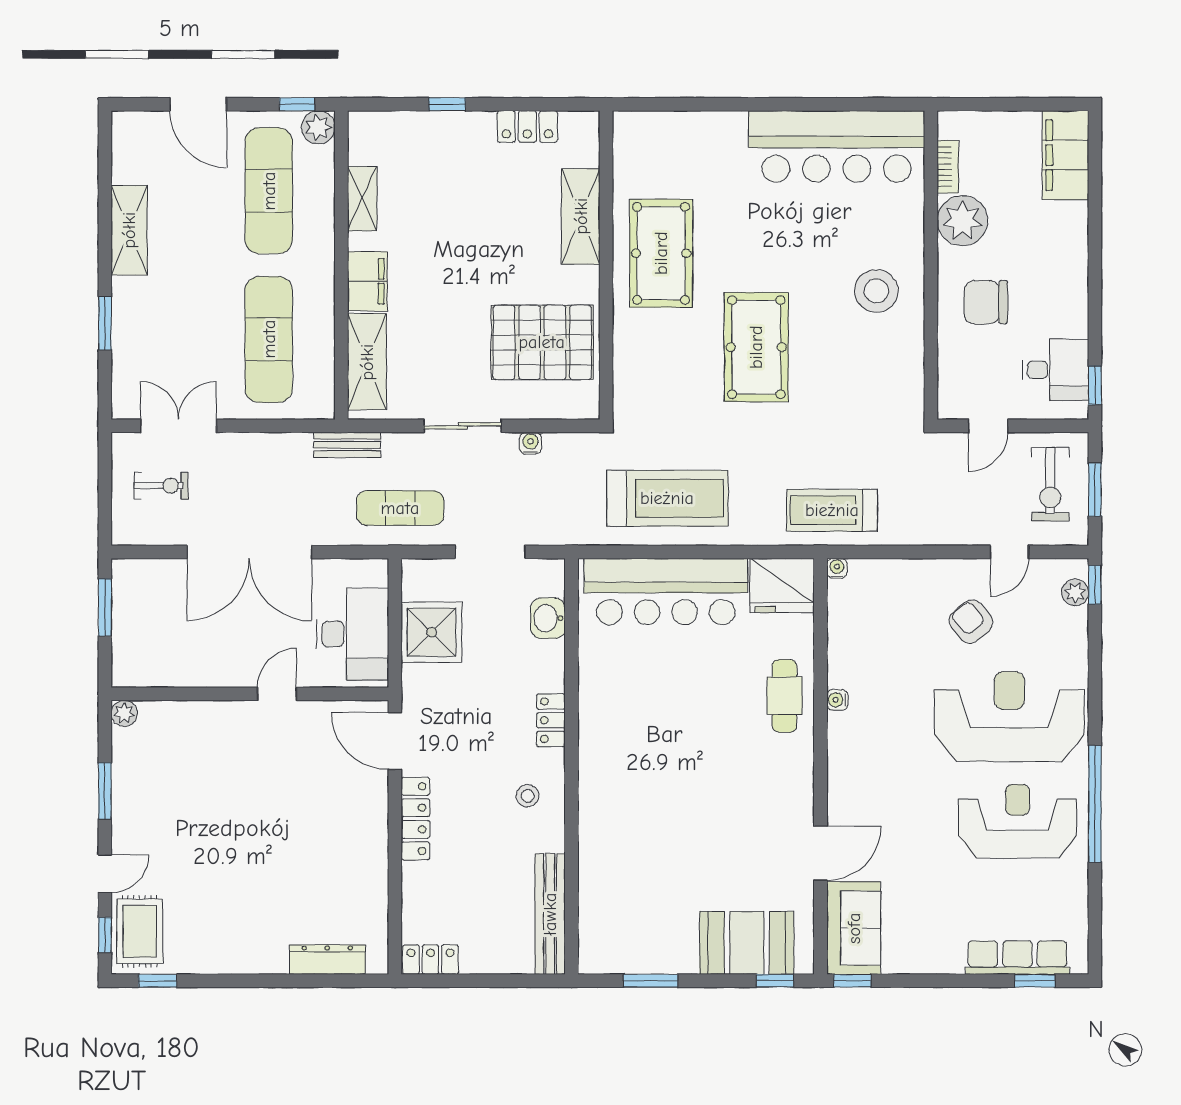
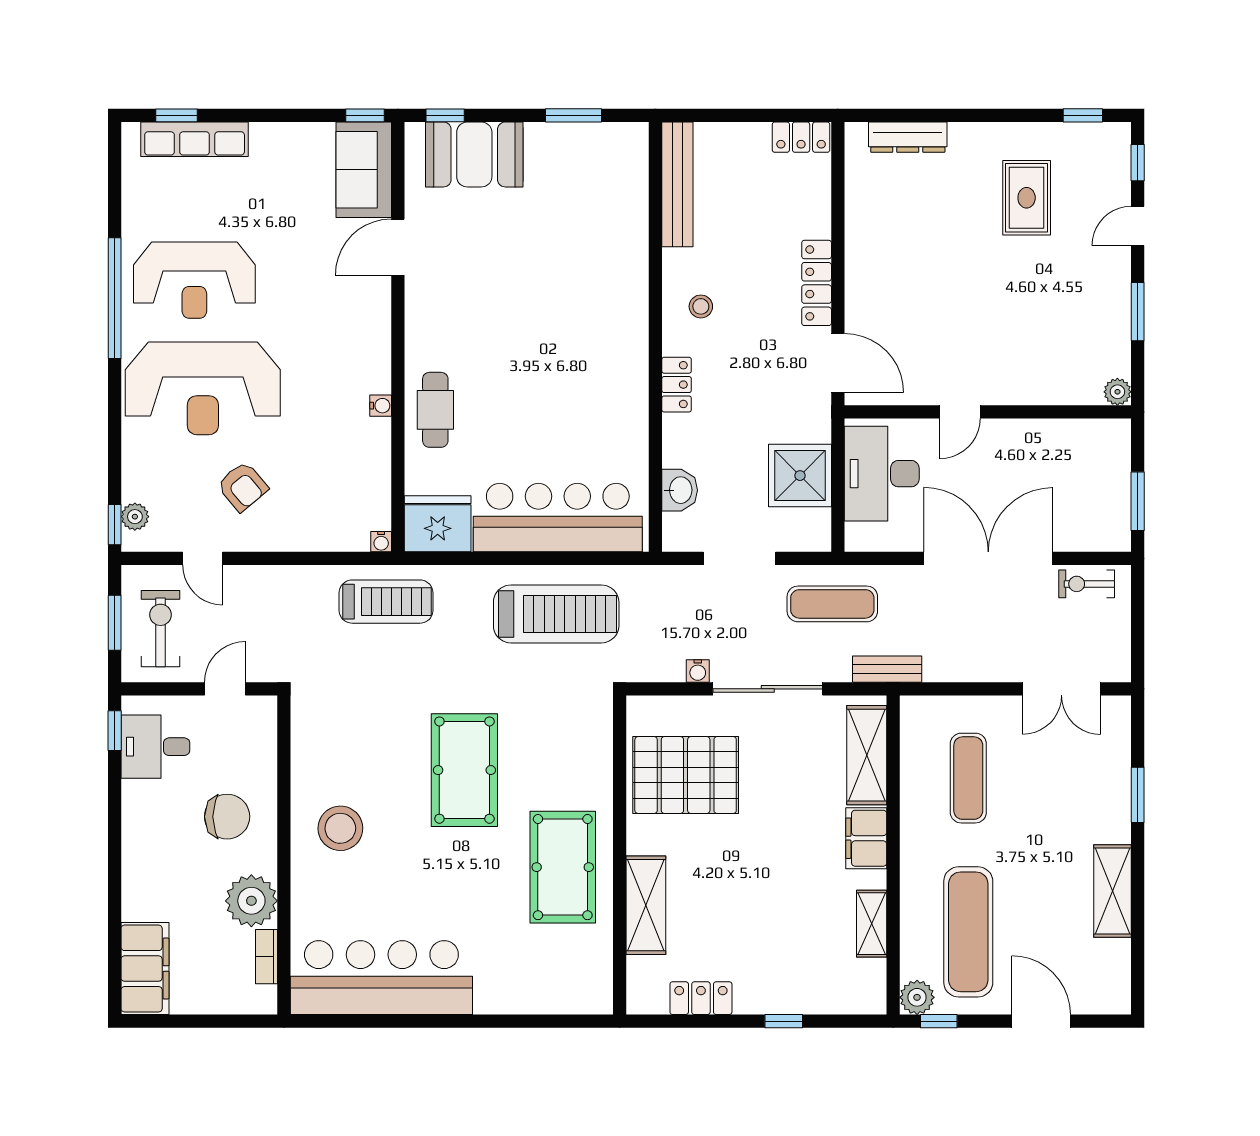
exercise mat: (269, 339) -> (968, 778), width x0.73, depth x0.69
sliding door: (463, 426) -> (768, 689), width x1.37
exercise bike: (161, 486) -> (1087, 584), moved
treadmill: (667, 498) -> (556, 614), turned 180
door: (1010, 552) -> (203, 558), swing flipped
rug: (140, 931) -> (1027, 198), moved

